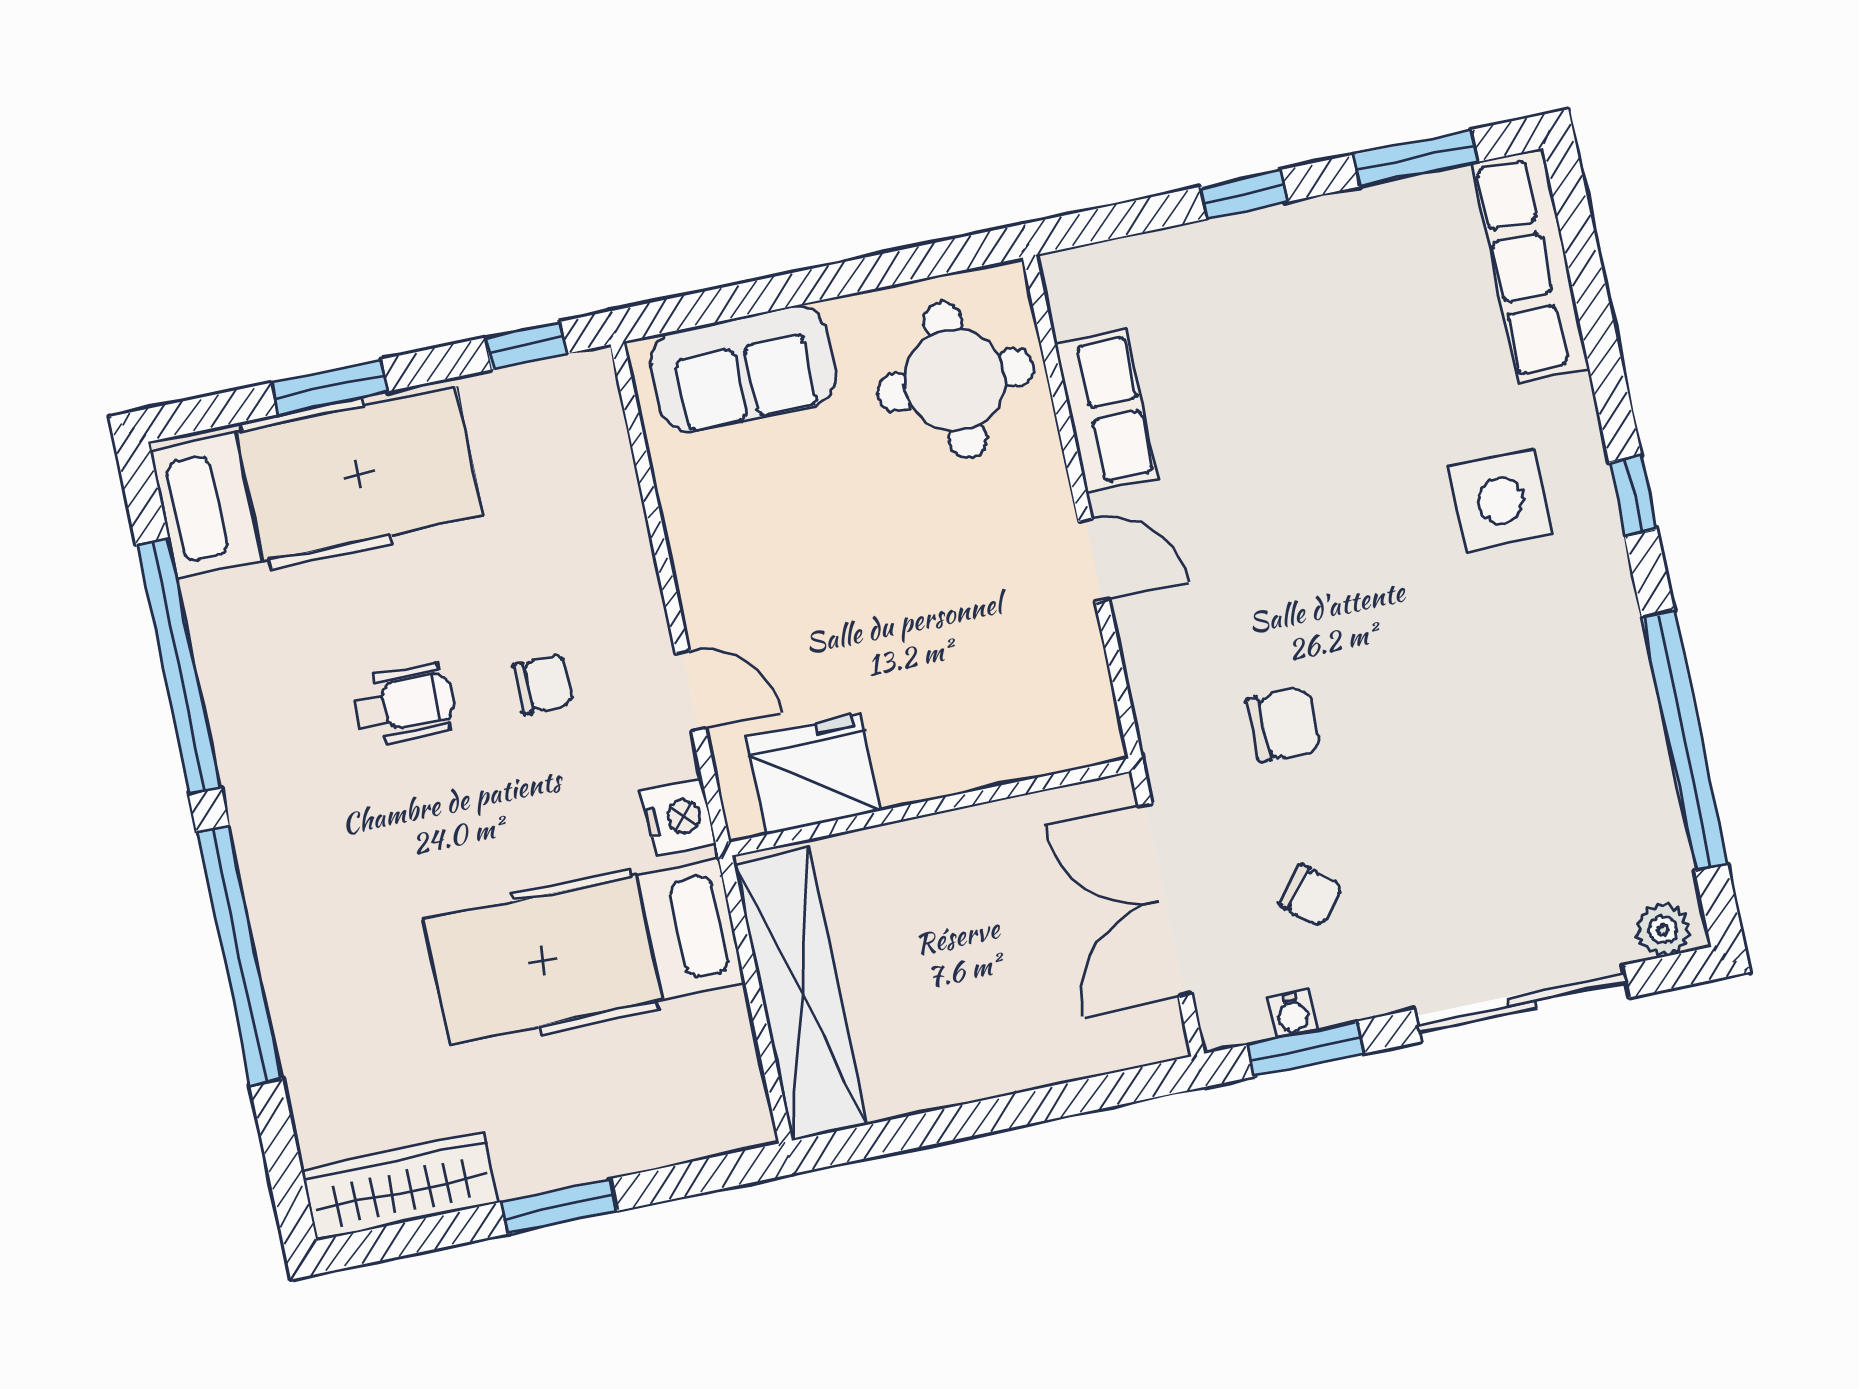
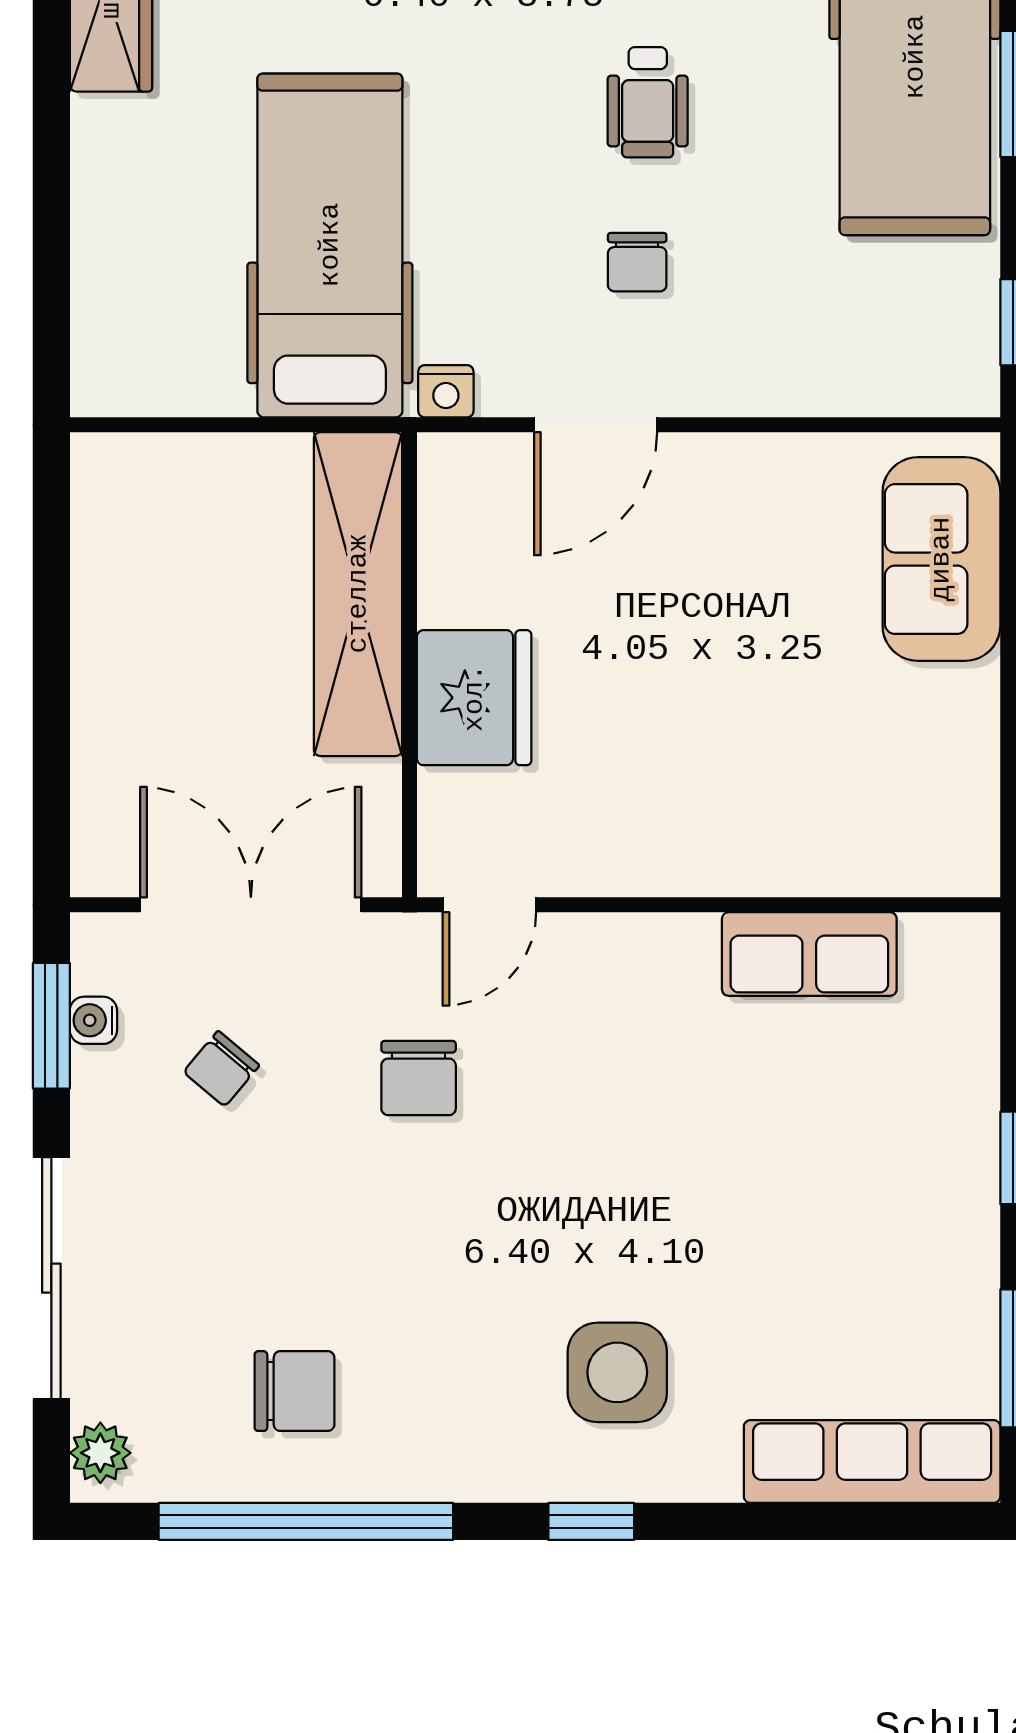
round table: (955, 380) -> (880, 793), removed
door: (1094, 560) -> (489, 905), moved
door: (690, 691) -> (596, 425), width x1.38
fridge: (813, 774) -> (474, 698), moved
chair: (1575, 774) -> (294, 1391), added
nightstand: (679, 818) -> (446, 391), width x0.72, depth x0.74
shelving: (801, 994) -> (358, 594), moved, turned 90
window: (559, 1206) -> (51, 157), removed

